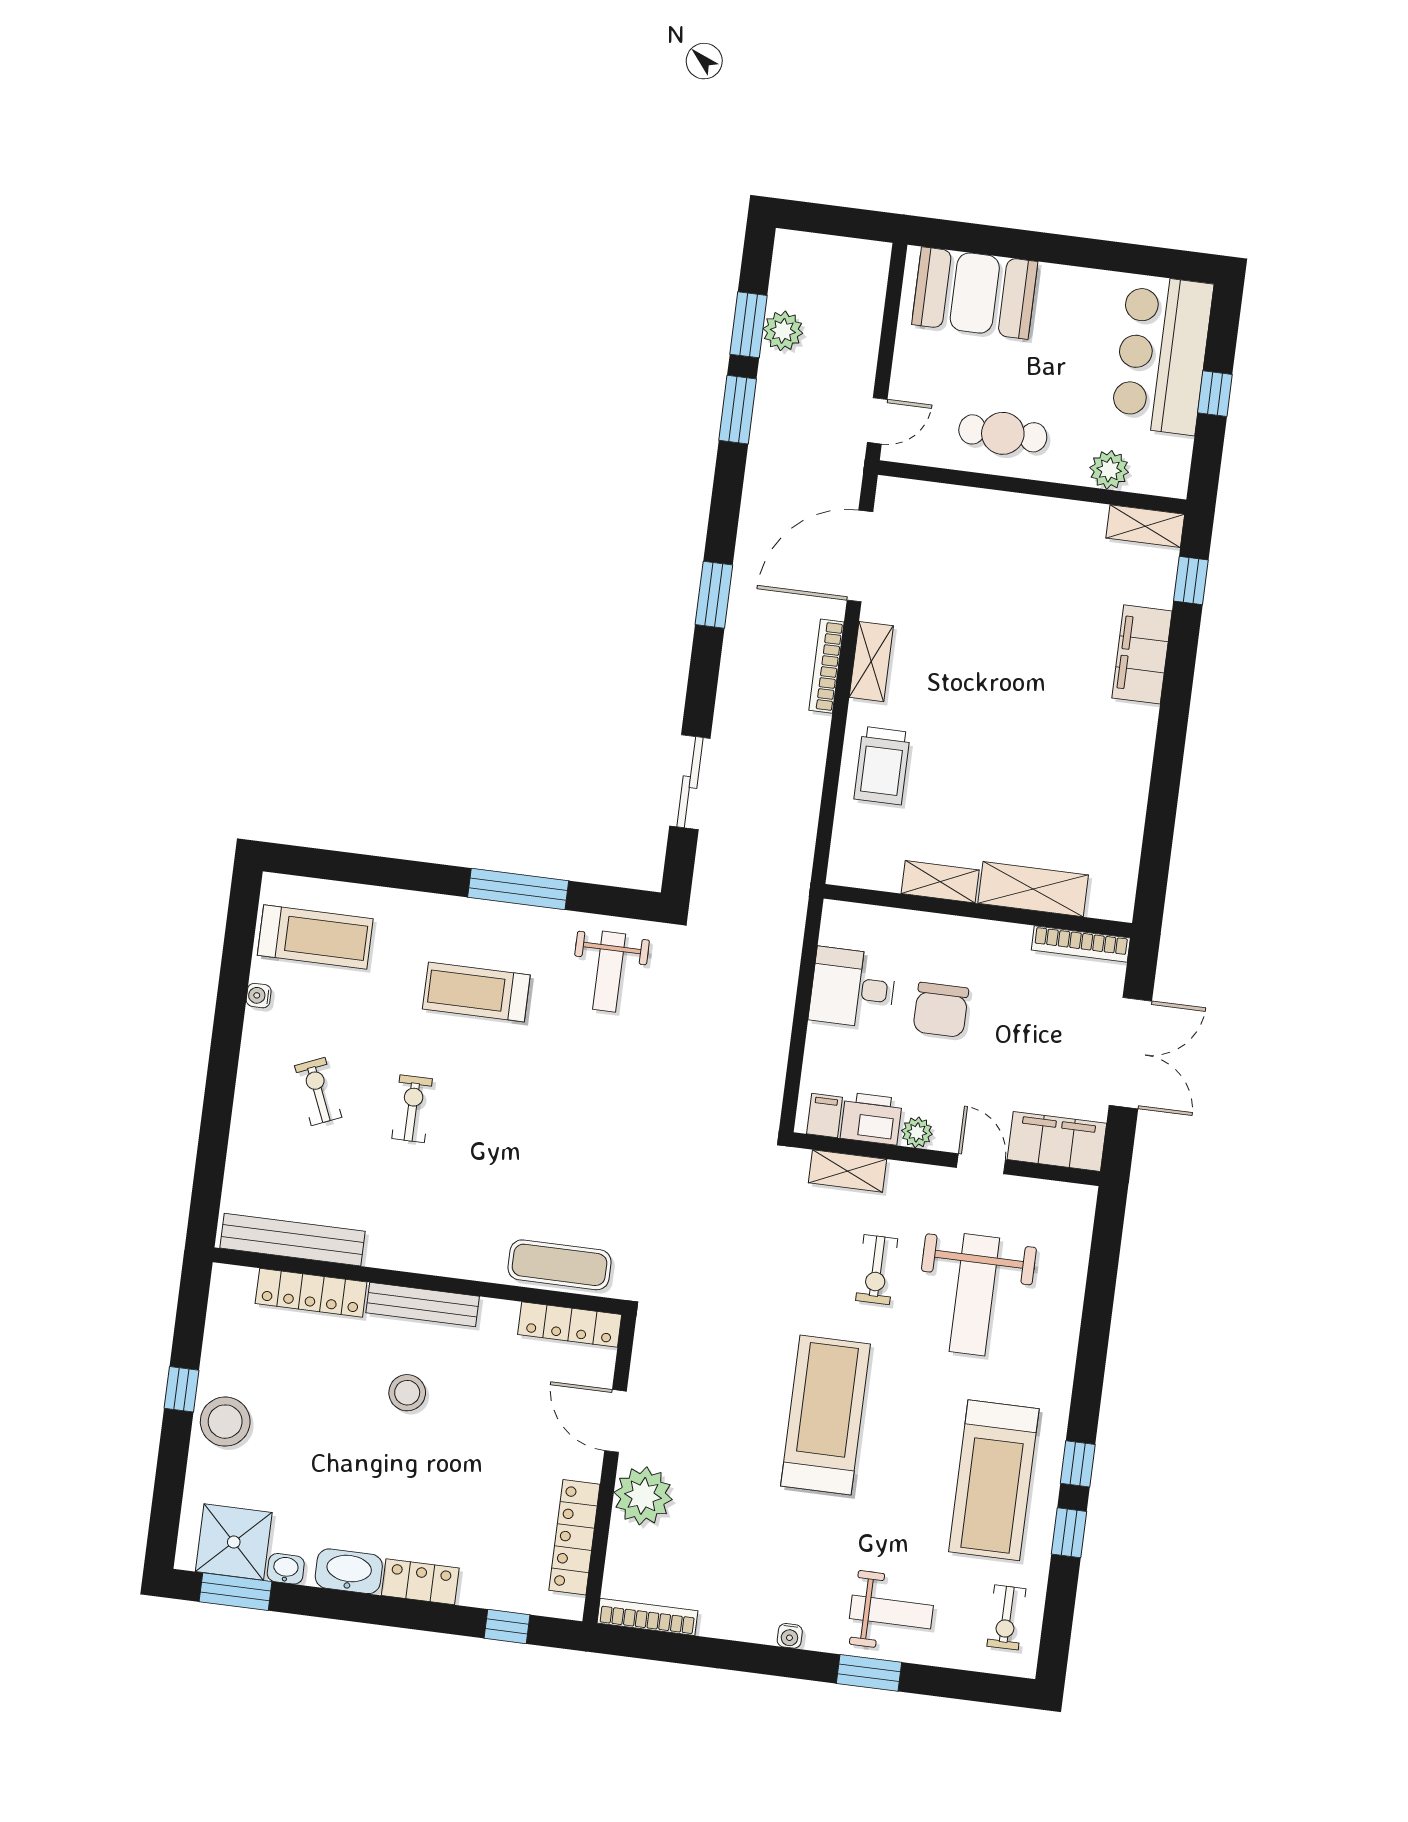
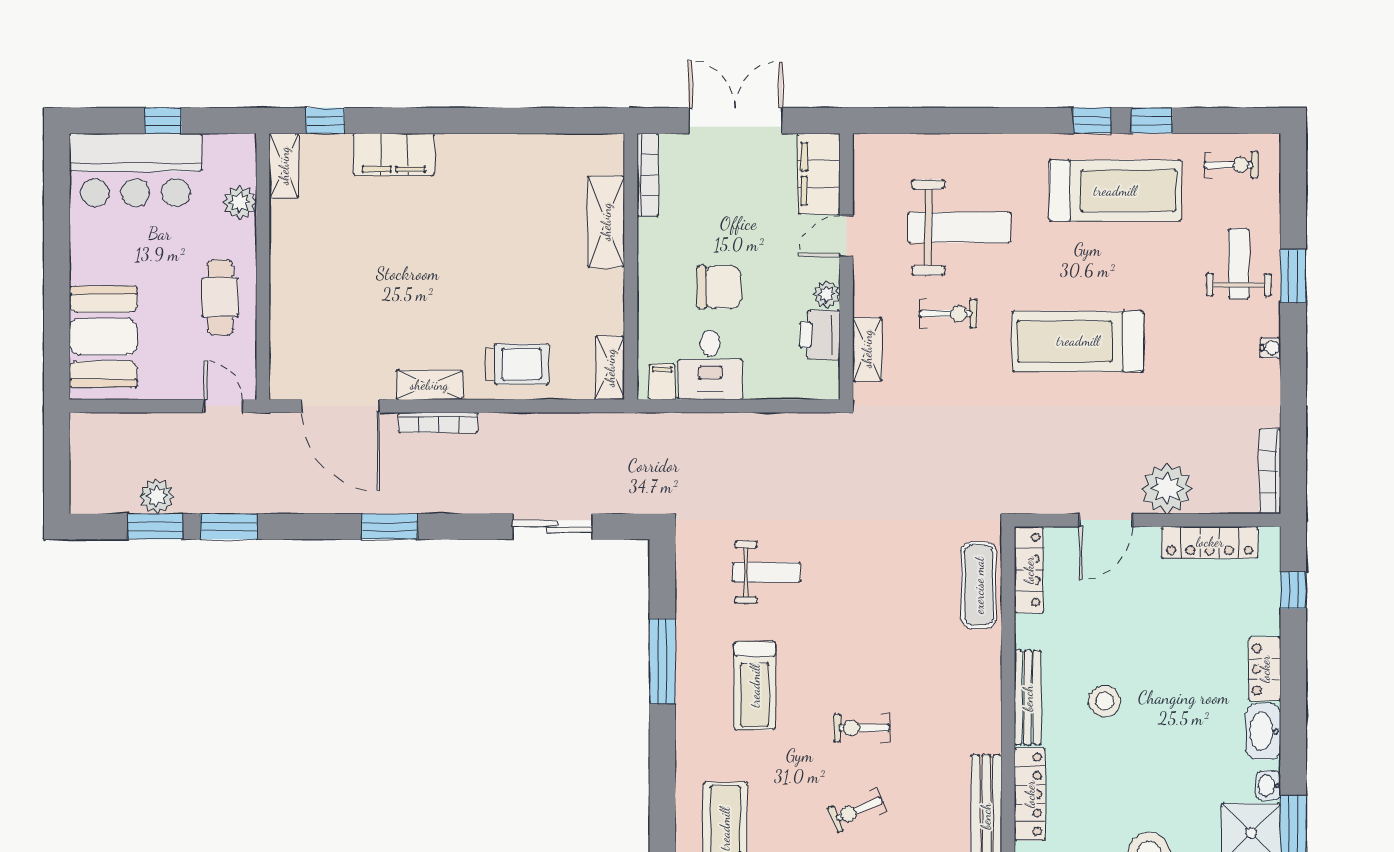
shelving: (940, 882) -> (610, 368), moved
weight bench: (609, 972) -> (767, 572), moved
filing cabinet: (825, 1116) -> (662, 382), moved, turned 90

